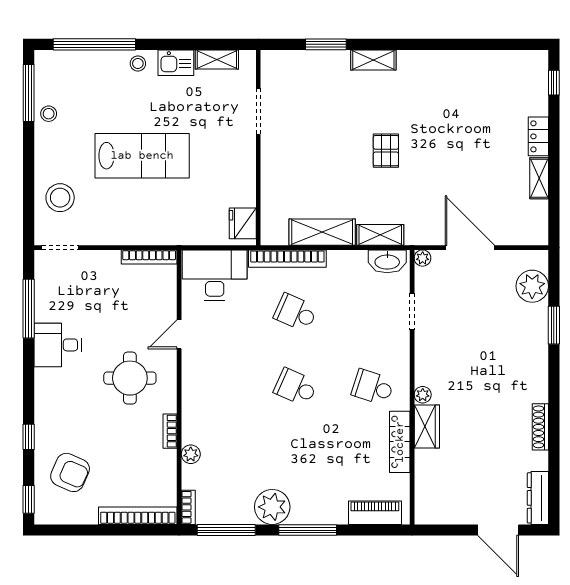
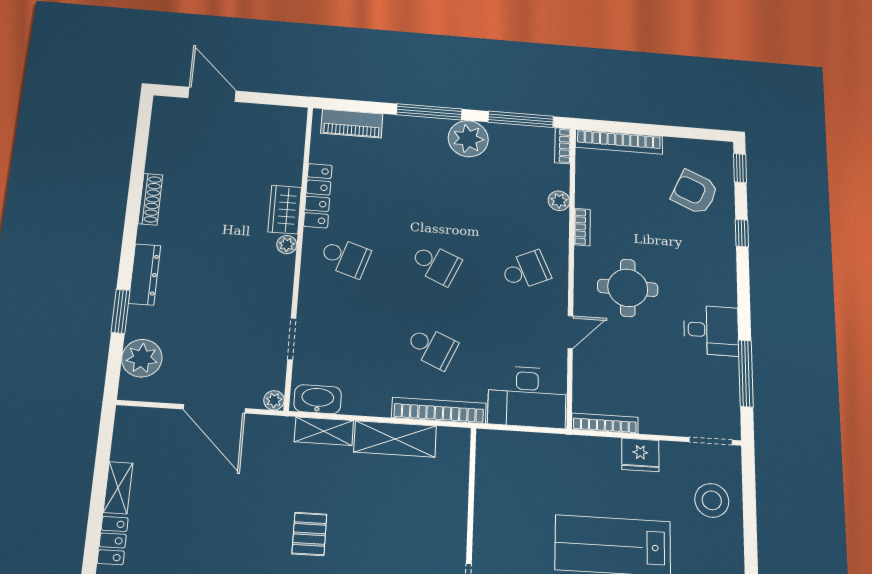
fridge: (243, 223) -> (640, 455), moved, turned 90
school desk: (218, 387) -> (526, 270), added
dresser: (538, 498) -> (145, 274), moved

